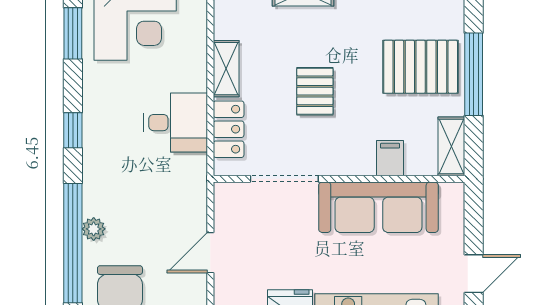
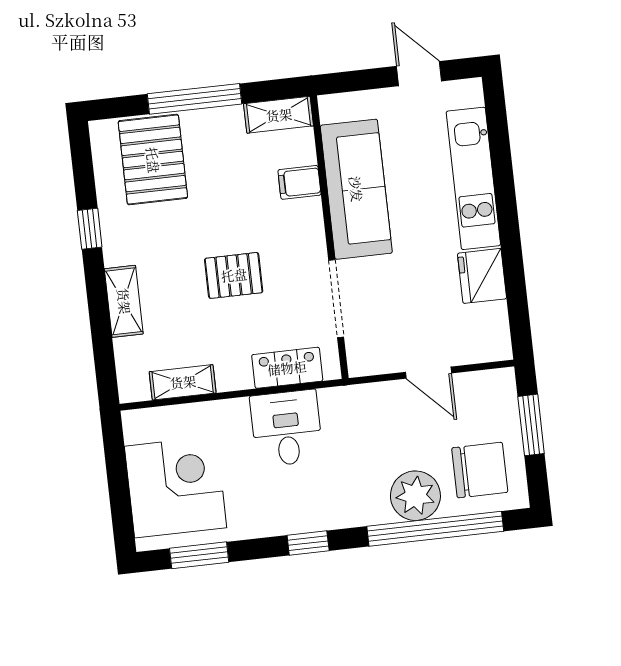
pallet: (421, 67) -> (153, 160), moved
shelving: (226, 69) -> (183, 382), moved
plant: (94, 229) -> (415, 496), width x1.88, depth x1.88

